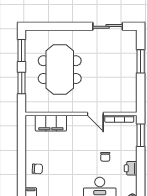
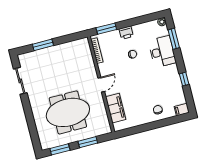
door: (95, 114) -> (101, 85), moved
printer: (131, 168) -> (126, 33), moved

